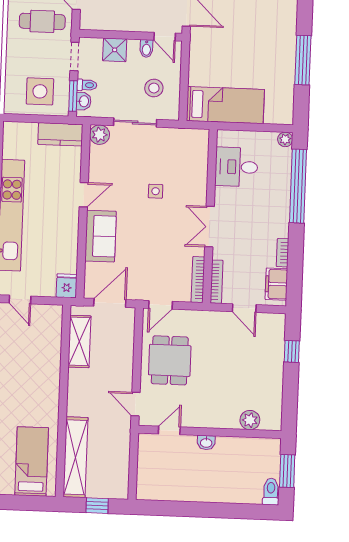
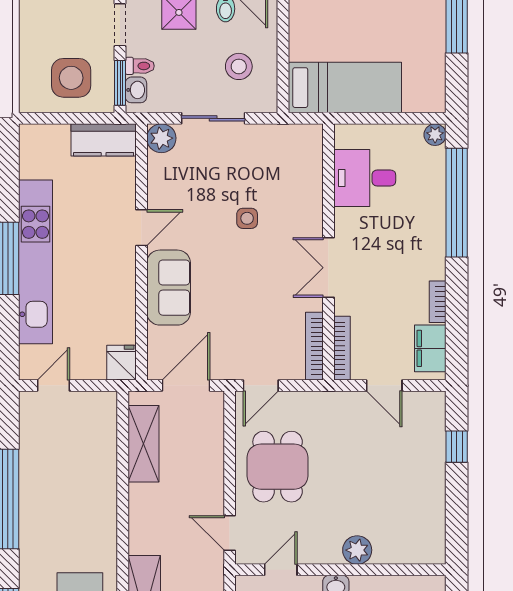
door: (20, 300) -> (54, 385), swing flipped
plant: (250, 420) -> (357, 550), moved

